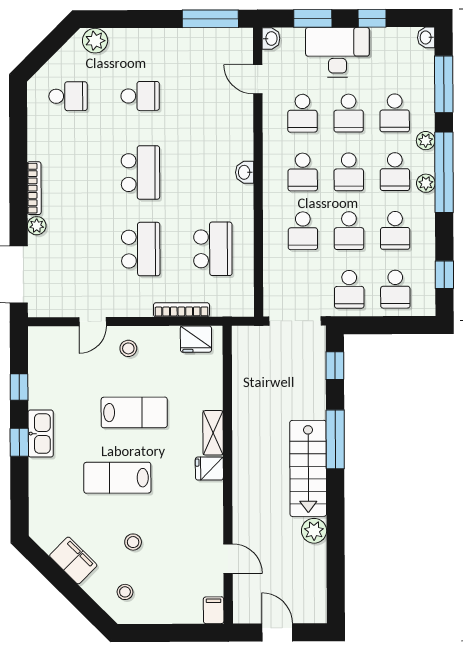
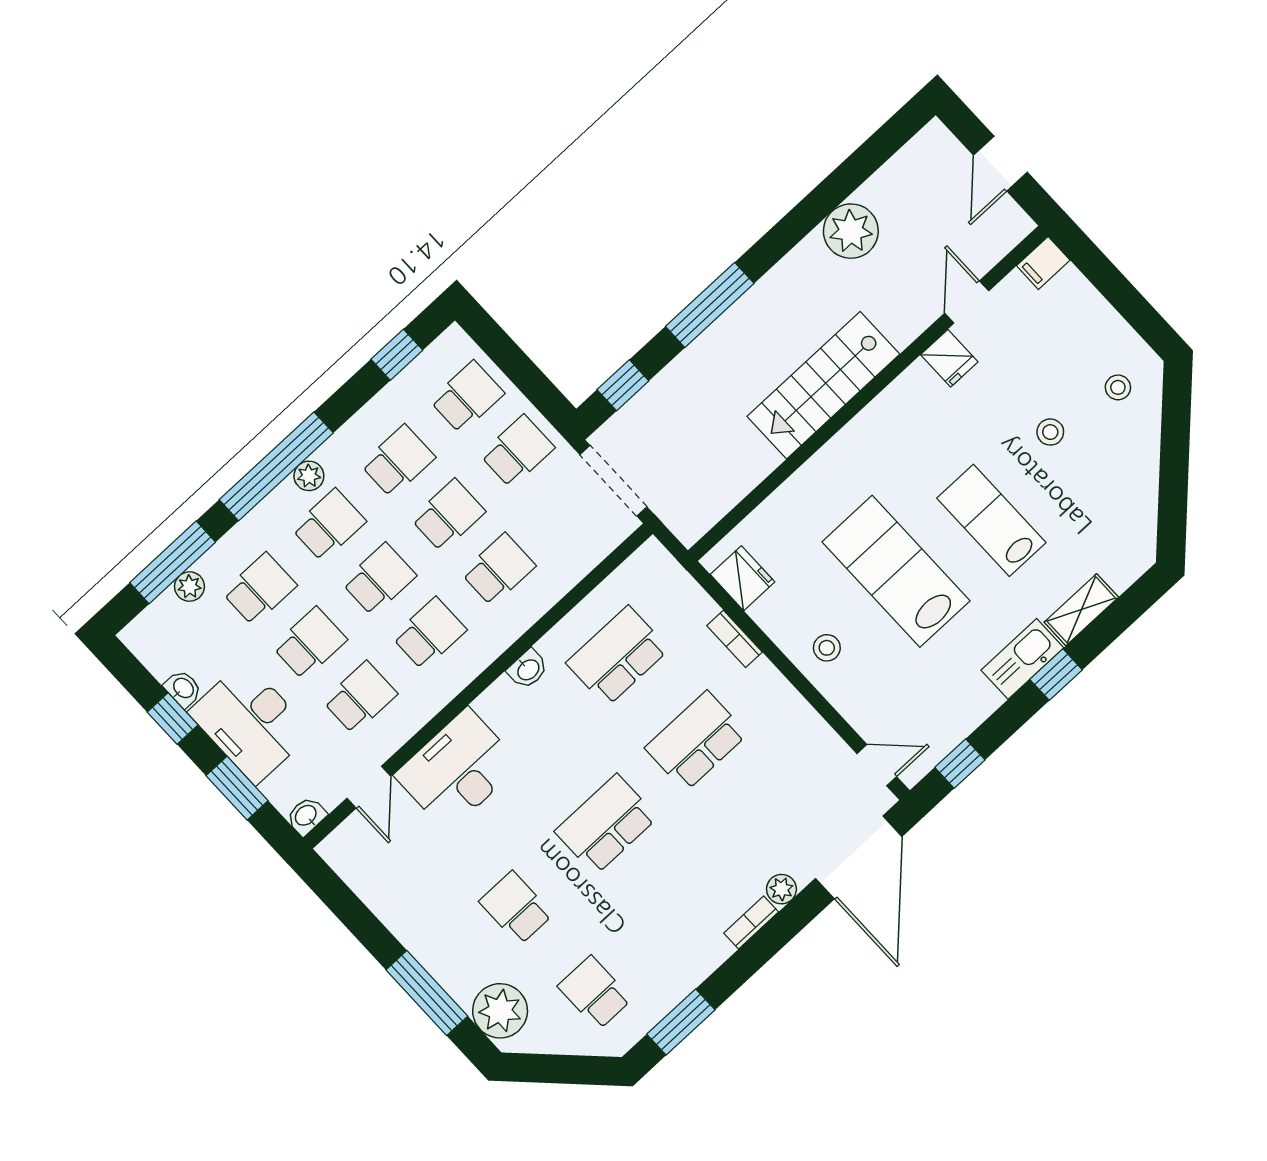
window: (210, 19) -> (427, 993), moved
washbasin: (426, 38) -> (183, 689), moved, turned -90
plant: (95, 41) -> (500, 1011), width x1.36, depth x1.36
window: (18, 123) -> (681, 1022), added
desk: (228, 127) -> (458, 770), added
plant: (426, 141) -> (189, 587), moved
washbasin: (245, 172) -> (528, 669), moved
bookcase: (34, 188) -> (751, 923), width x0.64
bookcase: (181, 310) -> (735, 639), width x0.64
door: (93, 322) -> (877, 765), moved
window: (19, 387) -> (960, 764), moved
lab bench: (134, 412) -> (896, 571), width x1.36, depth x1.39
shelving: (213, 433) -> (1081, 610), moved
stairs: (308, 468) -> (823, 385), moved, turned 180
fridge: (209, 469) -> (949, 358), moved
lab bench: (117, 478) -> (991, 520), turned 180
plant: (314, 531) -> (851, 231), width x1.36, depth x1.36
filing cabinet: (73, 560) -> (1137, 483), removed

